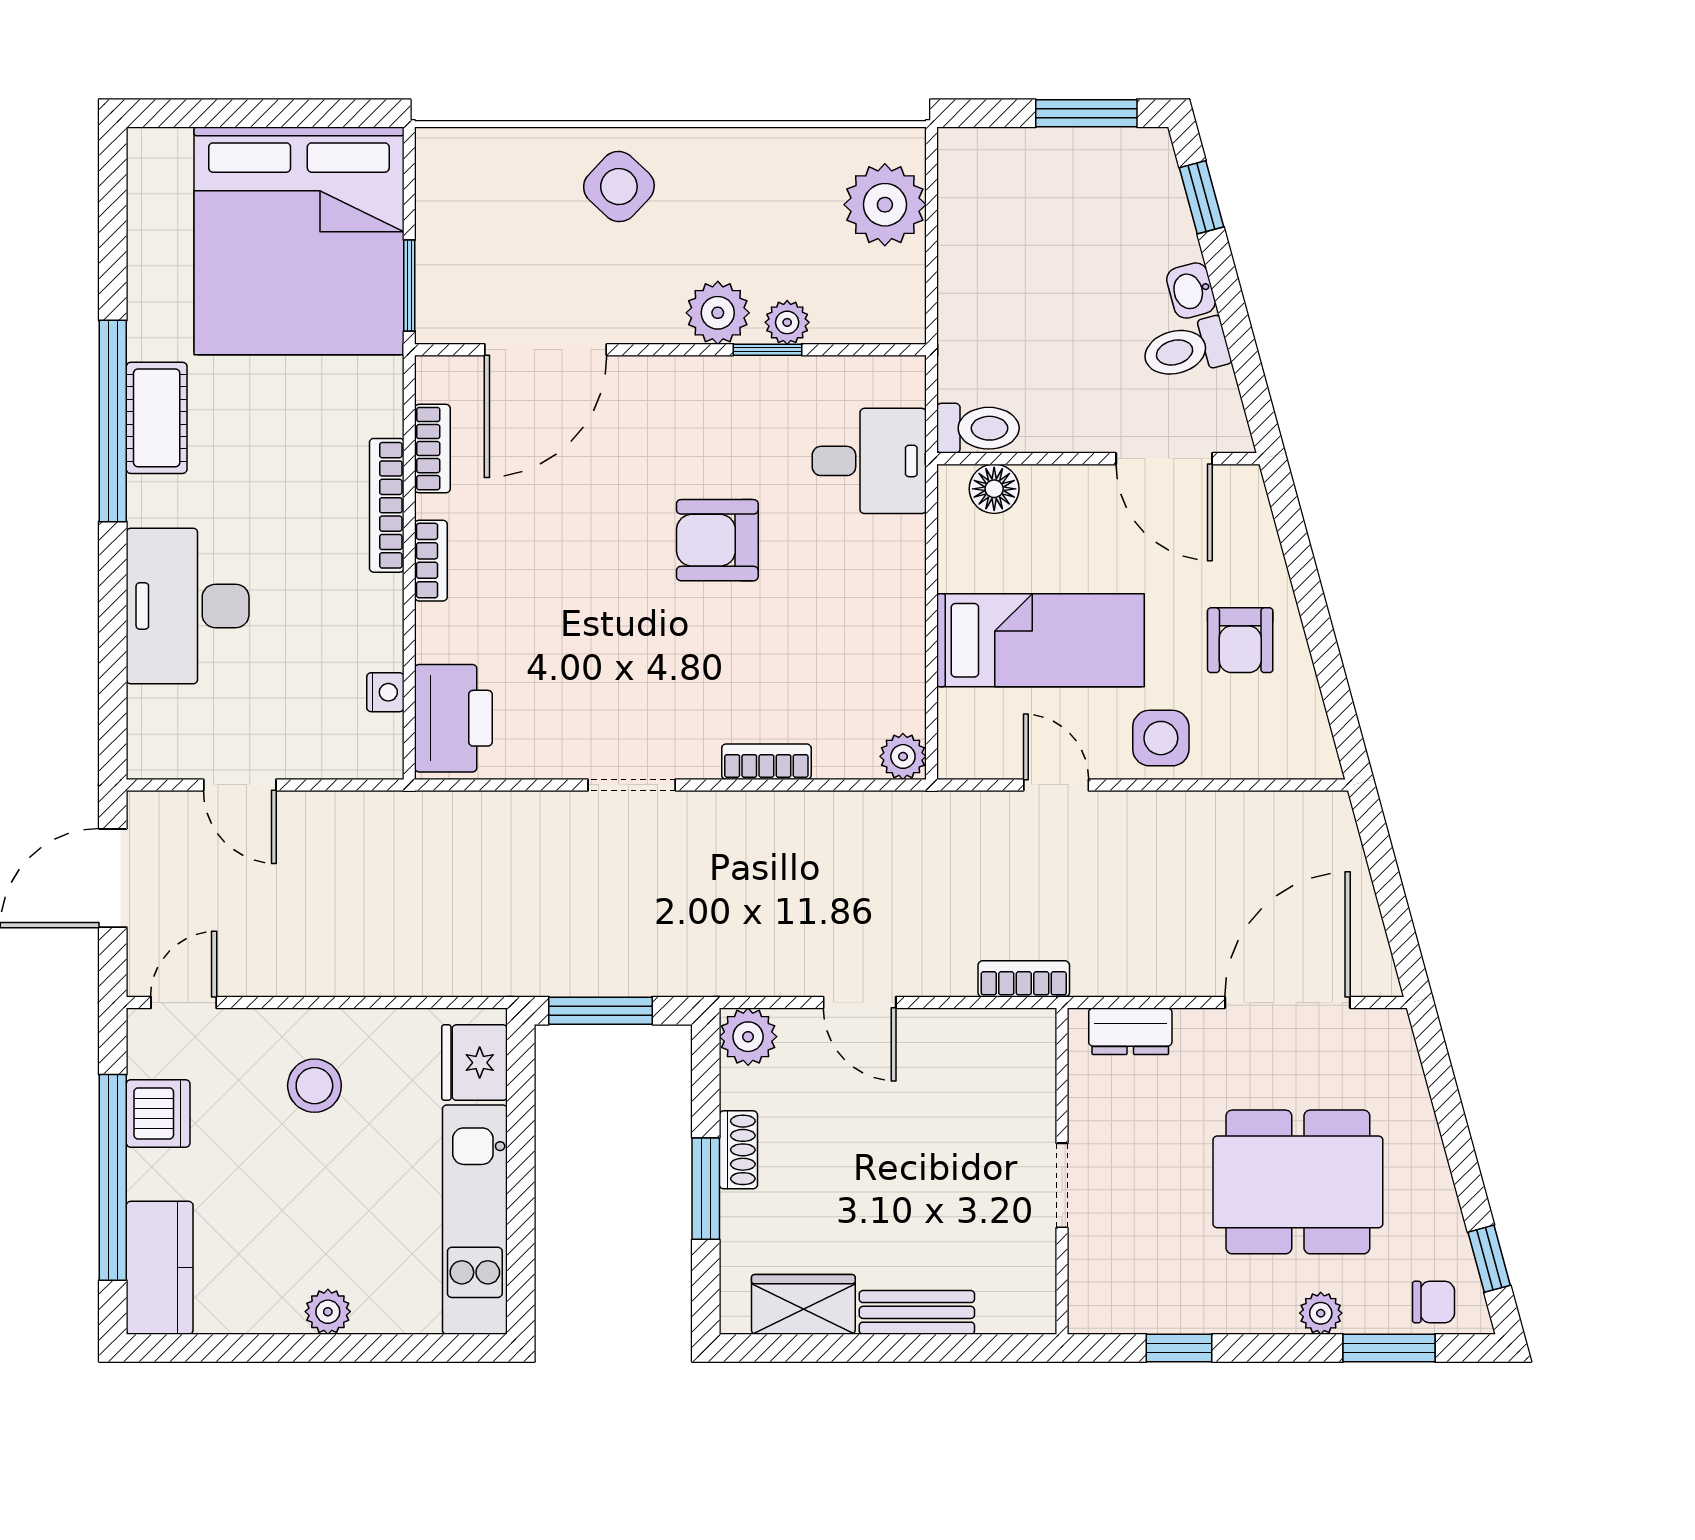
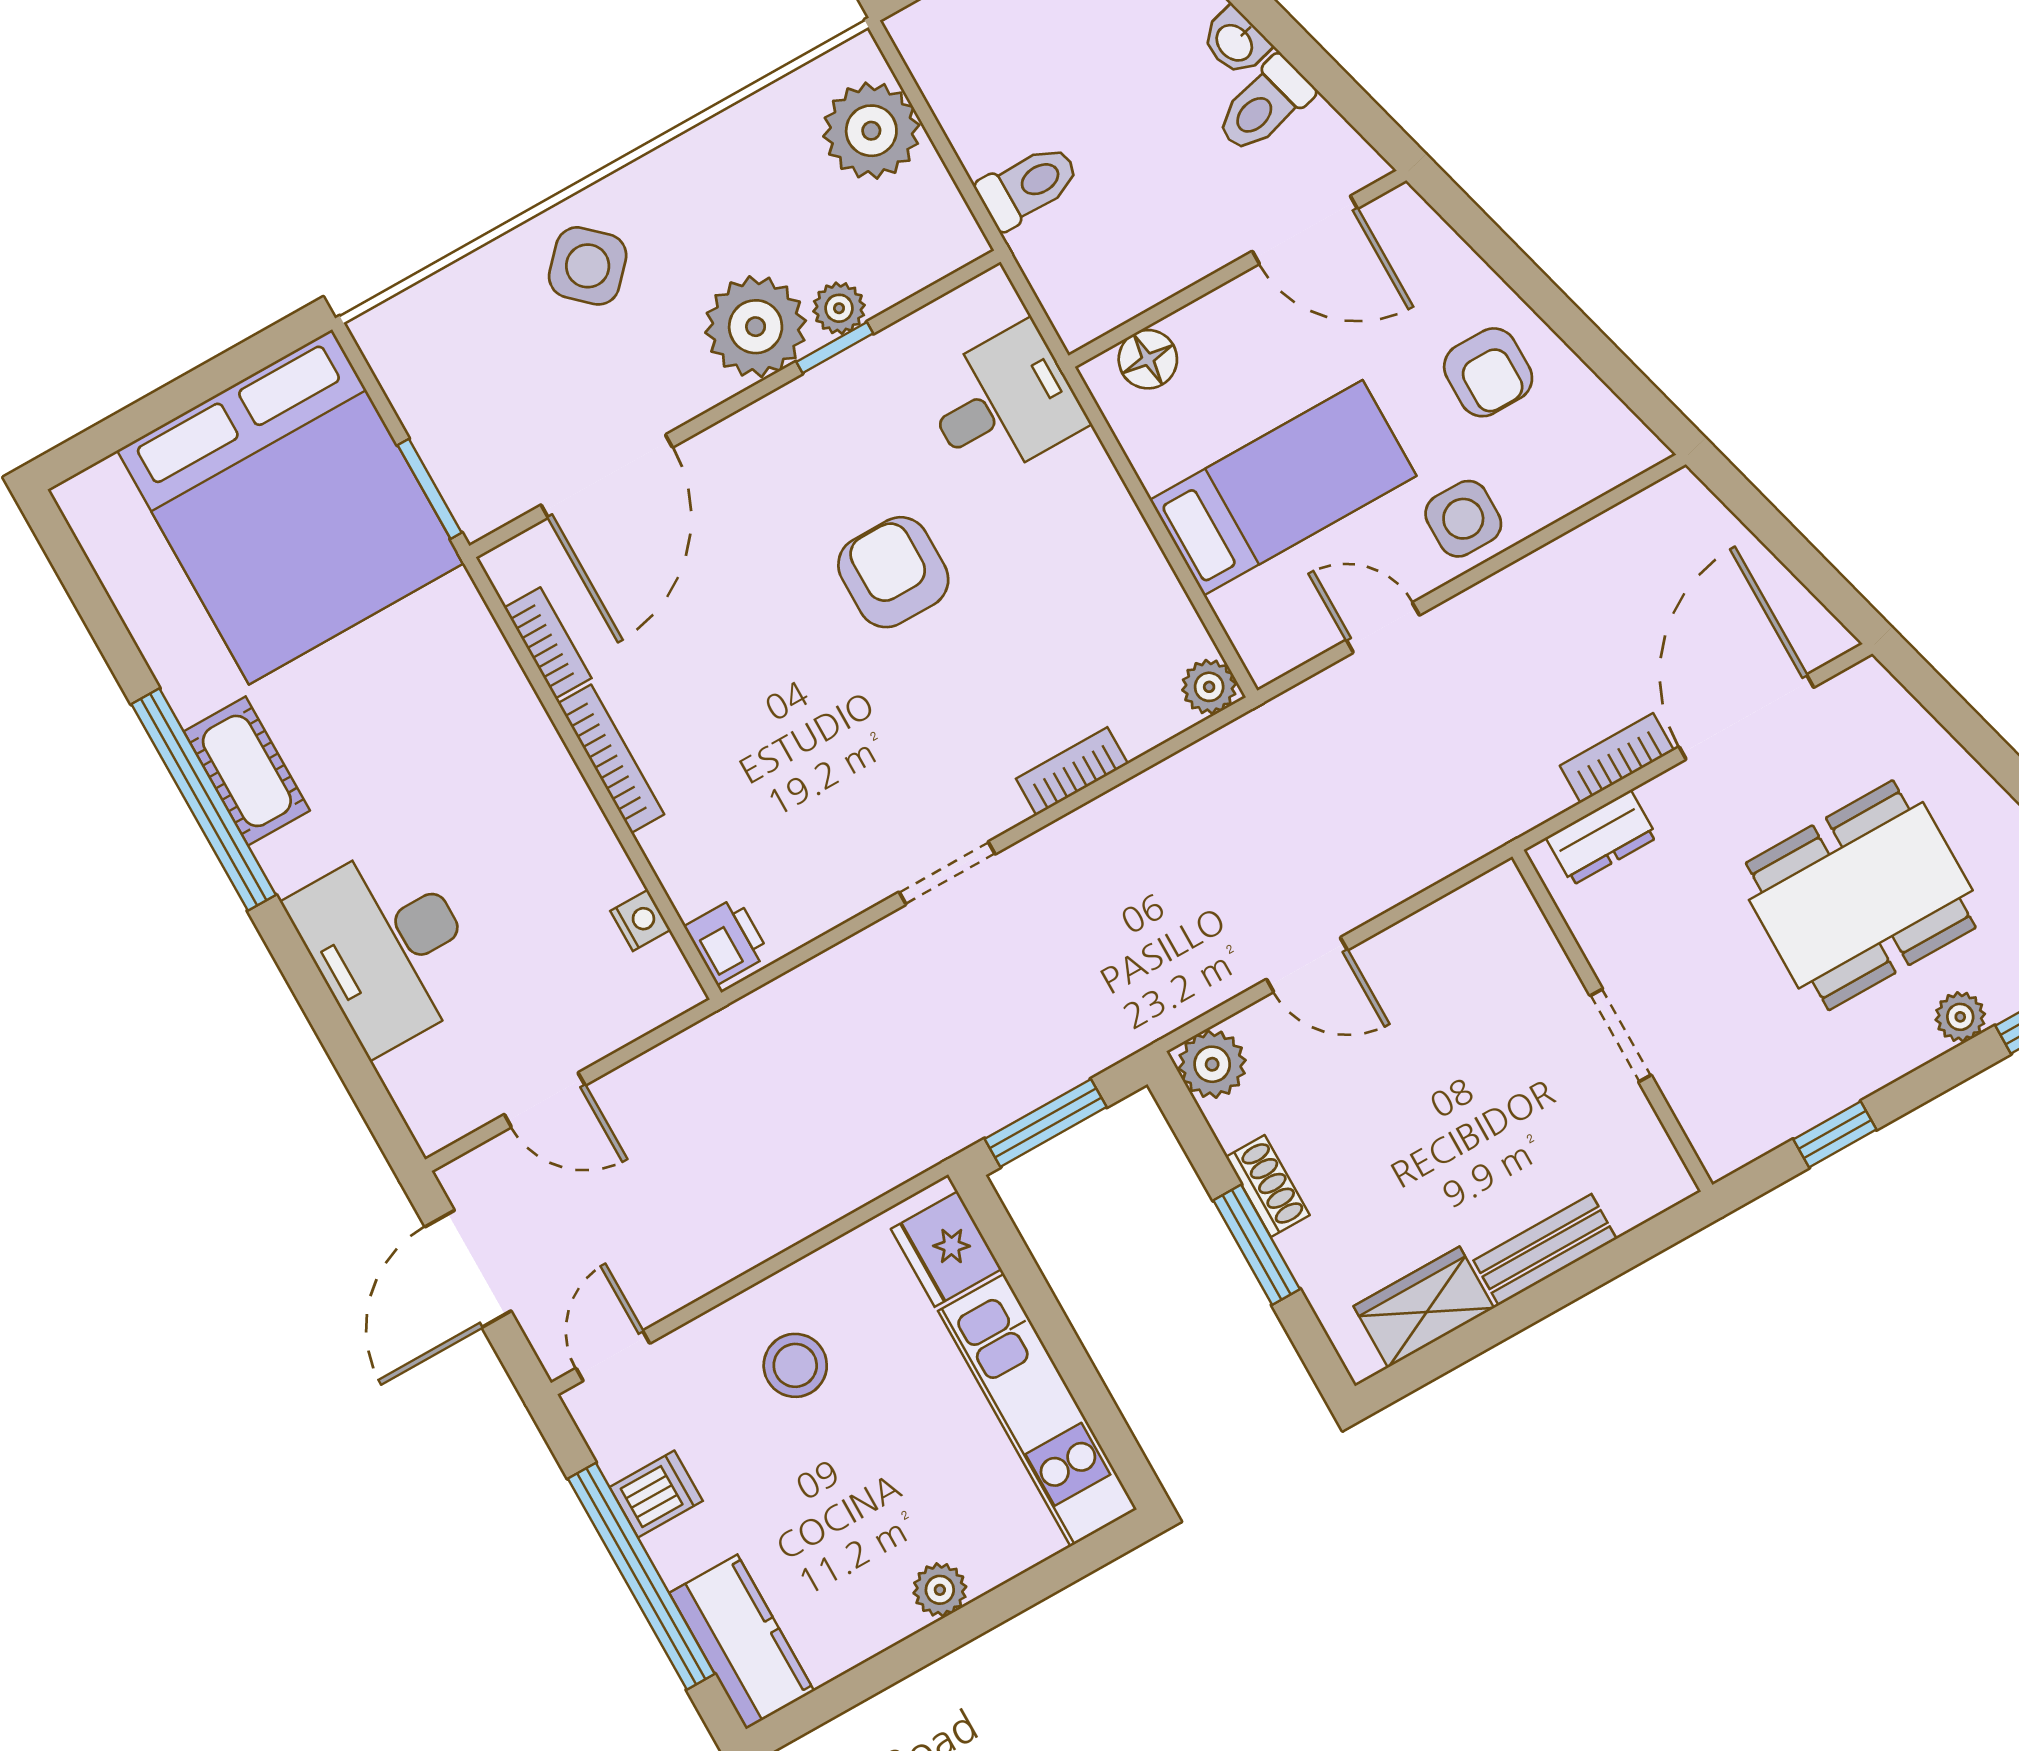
plant: (718, 313) -> (756, 327), width x1.36, depth x1.36
toilet: (978, 428) -> (1028, 186), moved
bookcase: (387, 505) -> (534, 728), removed
armchair: (717, 540) -> (893, 572), turned 90
bookcase: (431, 561) -> (611, 759), width x1.56
printer: (453, 718) -> (727, 941), width x0.53, depth x0.68
bookcase: (1024, 979) -> (1617, 758), moved
dishwasher: (158, 1113) -> (656, 1494), width x0.73

